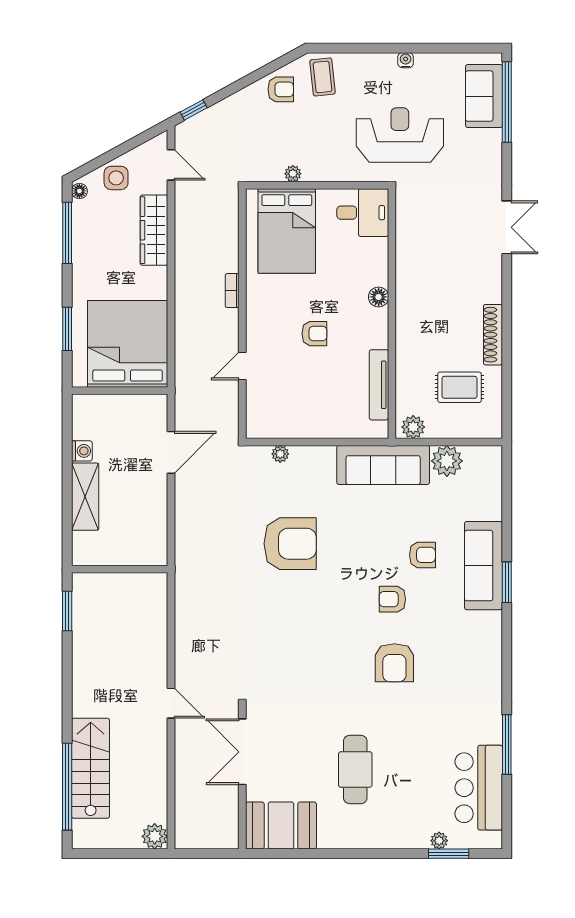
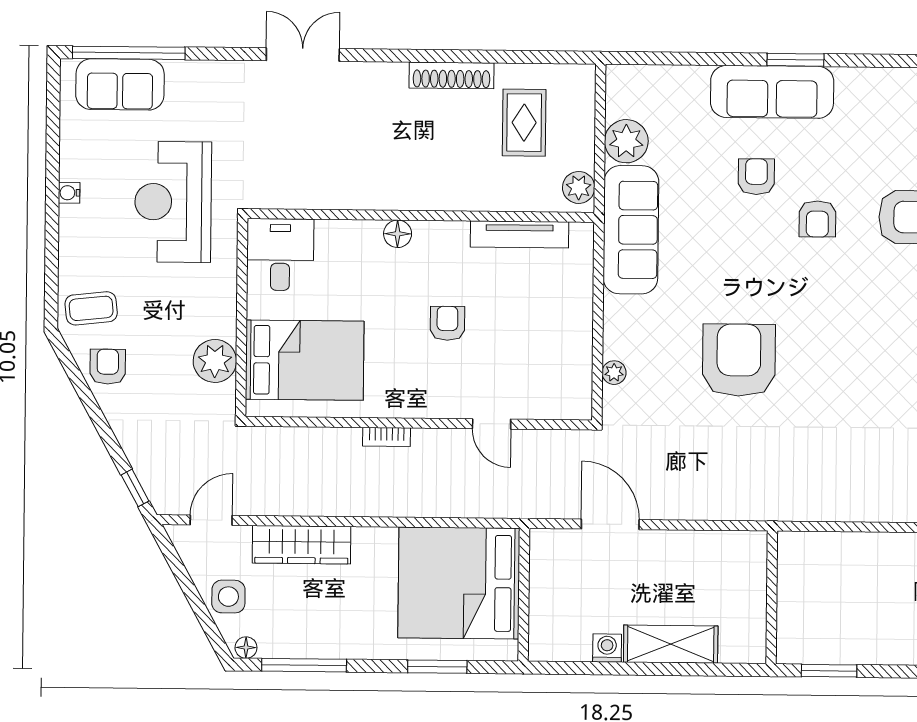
plant: (293, 174) -> (215, 361), width x1.87, depth x1.87

